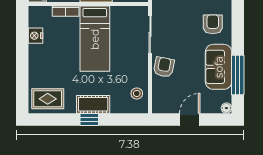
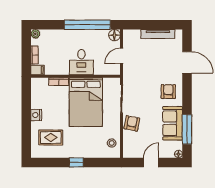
nightstand: (35, 36) -> (36, 115), moved
bed: (95, 39) -> (86, 102), width x1.50
rug: (48, 99) -> (51, 138), moved
cot: (93, 104) -> (79, 151), removed

